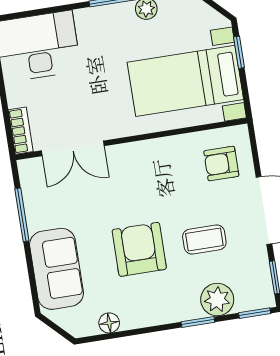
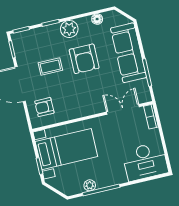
armchair: (221, 164) -> (44, 107), turned 180
sofa: (57, 269) -> (129, 53), width x1.36
plant: (217, 300) -> (69, 29), moved

